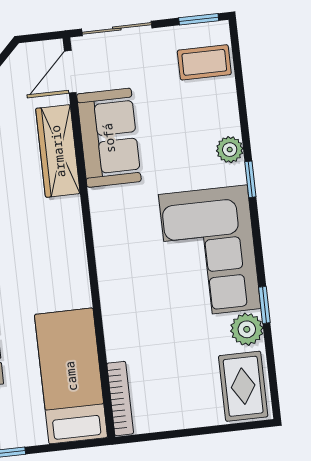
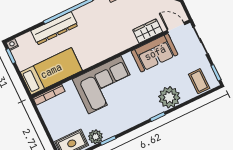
plant: (230, 150) -> (169, 97), width x1.88, depth x1.88
wardrobe: (58, 151) -> (148, 31), width x0.67
corner sofa: (210, 252) -> (105, 85), moved, turned 180

